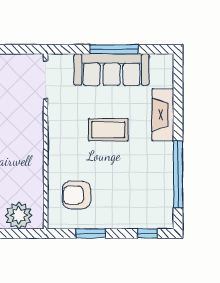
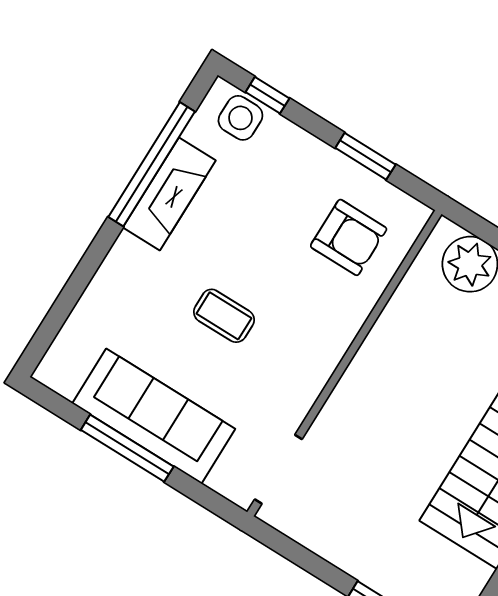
fireplace: (163, 115) -> (169, 194), moved
coffee table: (108, 130) -> (224, 316), width x0.73, depth x0.77
side table: (153, 217) -> (240, 118), added

